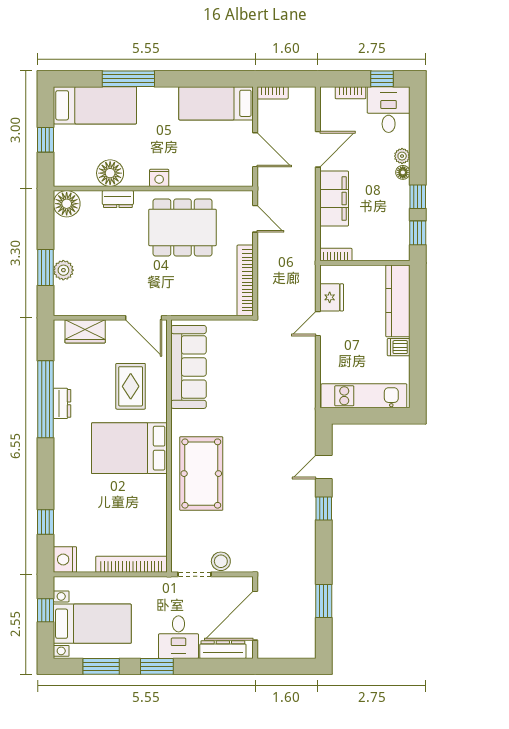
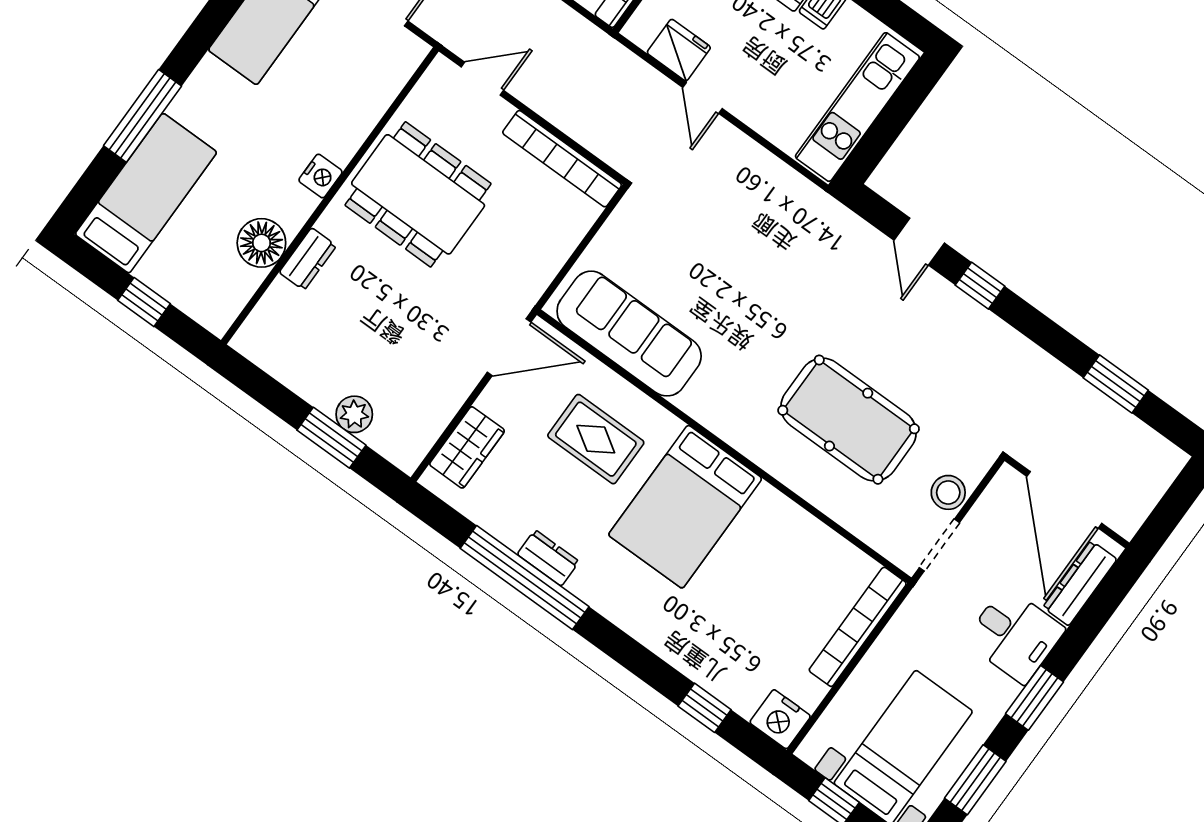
floor lamp: (67, 204) -> (260, 339), removed
dining table: (183, 227) -> (418, 194), turned 90
pool table: (201, 474) -> (849, 420), moved

